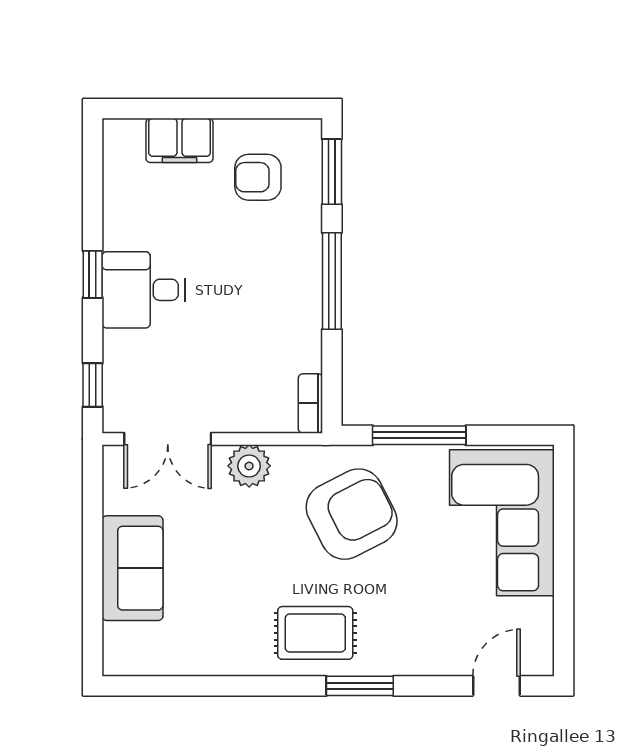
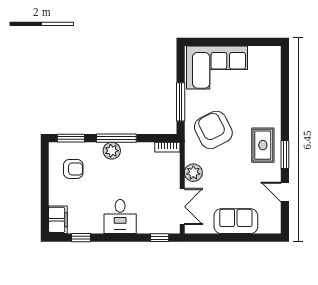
filing cabinet: (180, 140) -> (58, 220), moved
armchair: (258, 177) -> (73, 169), turned -90
plant: (302, 270) -> (112, 151), added
window: (93, 274) -> (81, 238), moved
window: (360, 686) -> (285, 154), moved
door: (497, 686) -> (285, 192), moved

